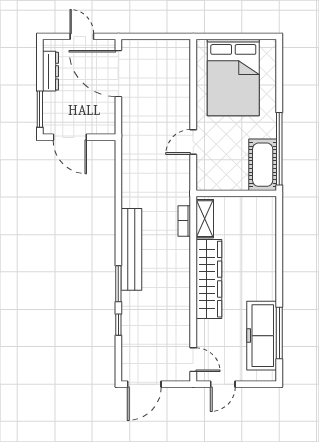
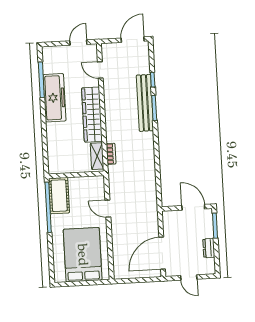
dresser: (51, 71) -> (209, 248), width x0.70
door: (118, 74) -> (162, 253), swing flipped
door: (193, 142) -> (108, 209), swing flipped
bench: (131, 249) -> (145, 103), moved
freezer: (262, 336) -> (54, 98), moved
door: (193, 360) -> (100, 70), moved

